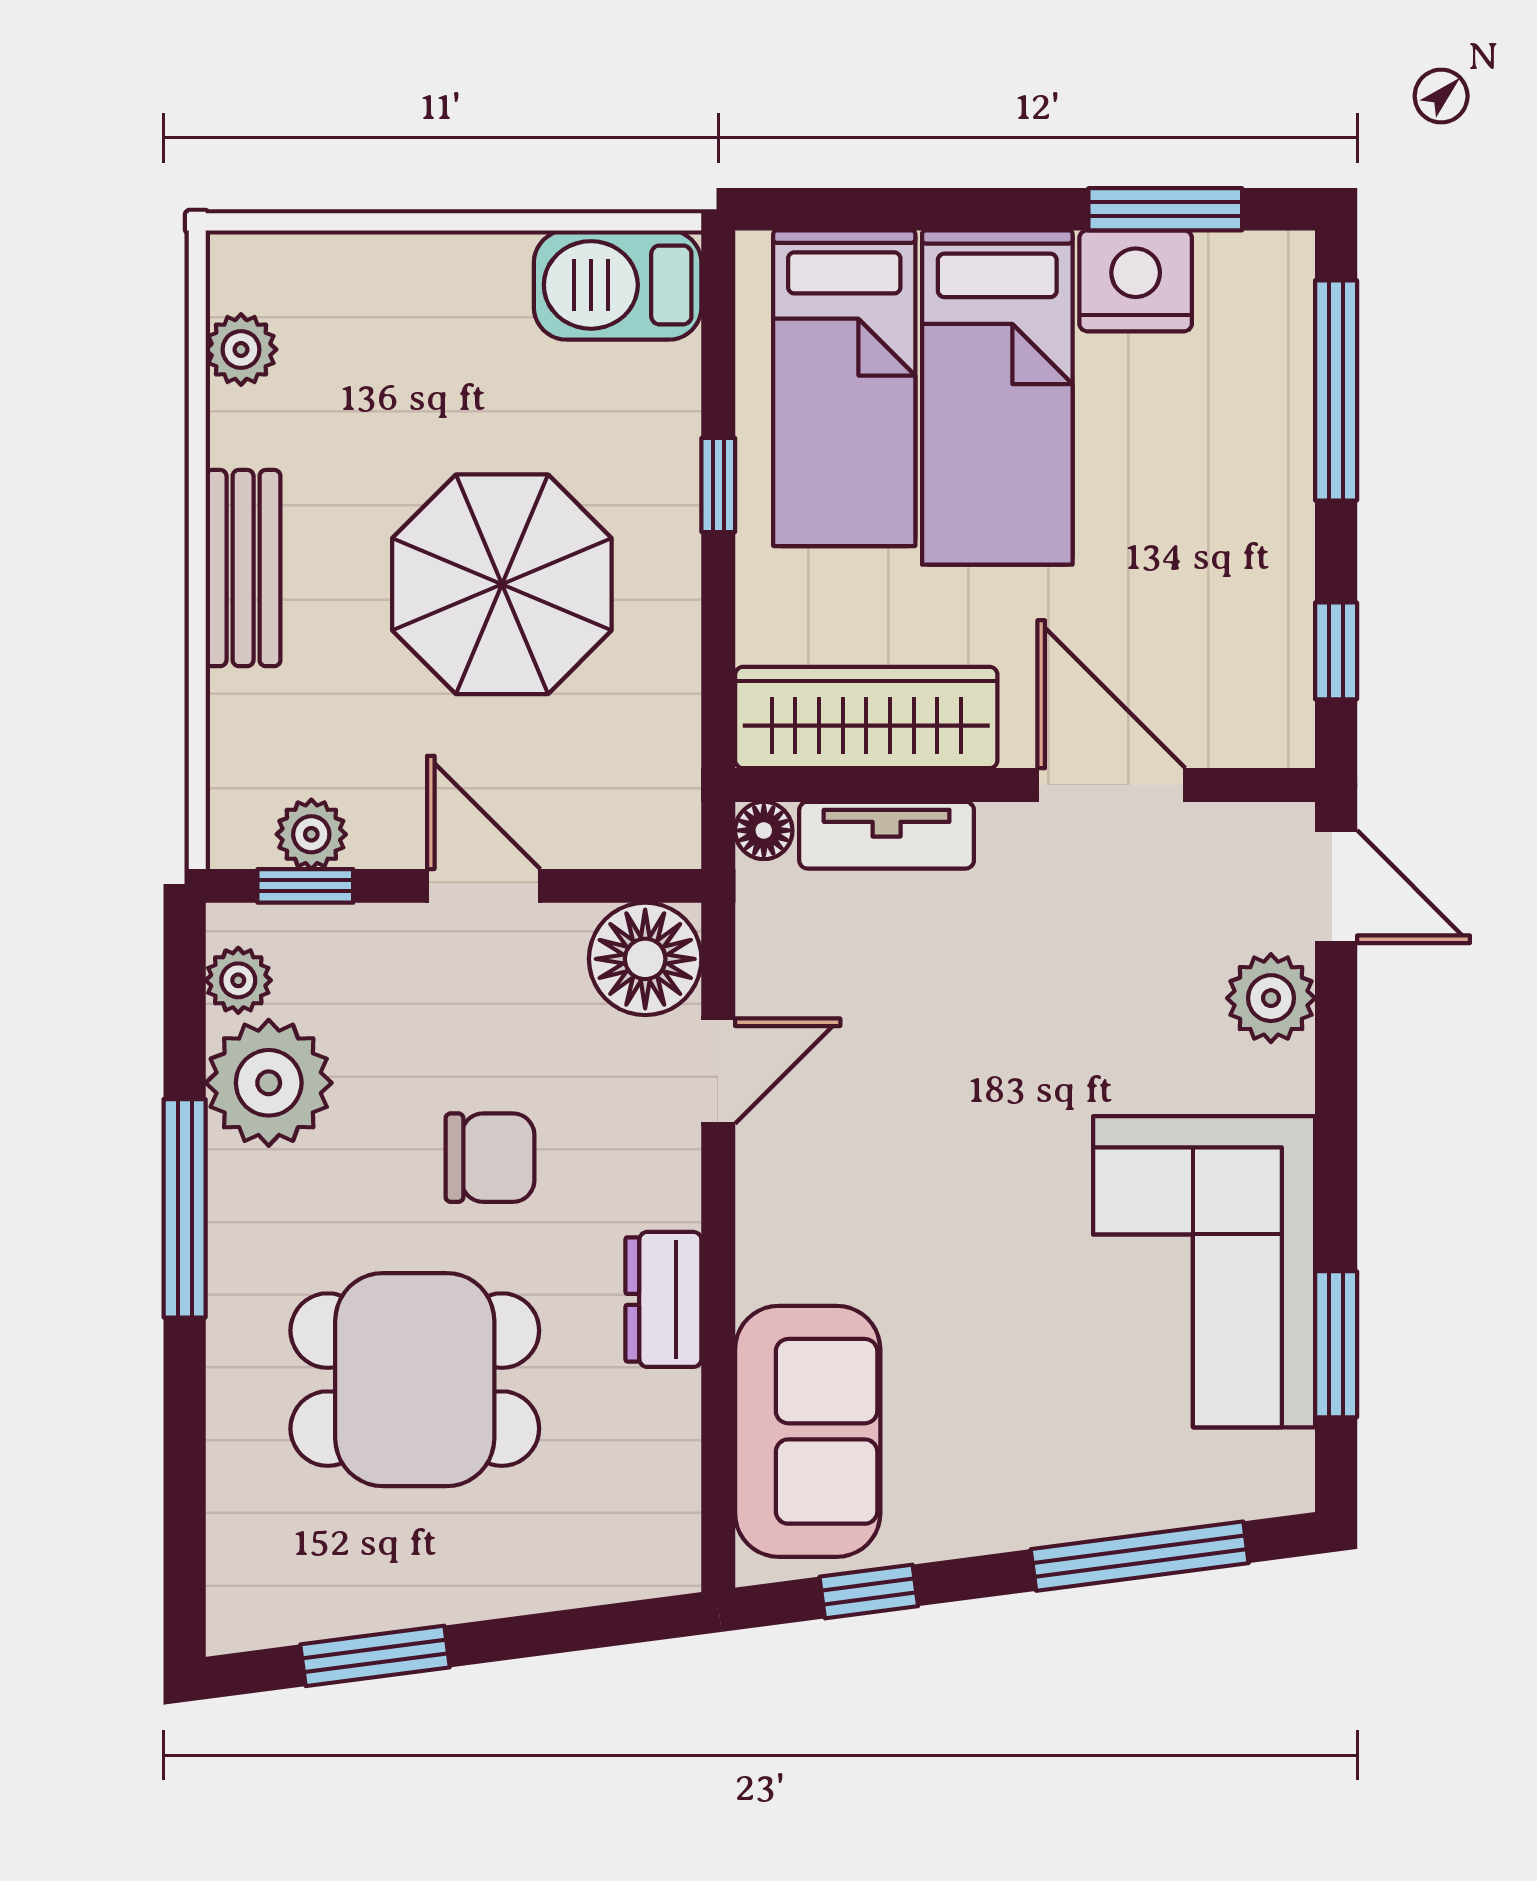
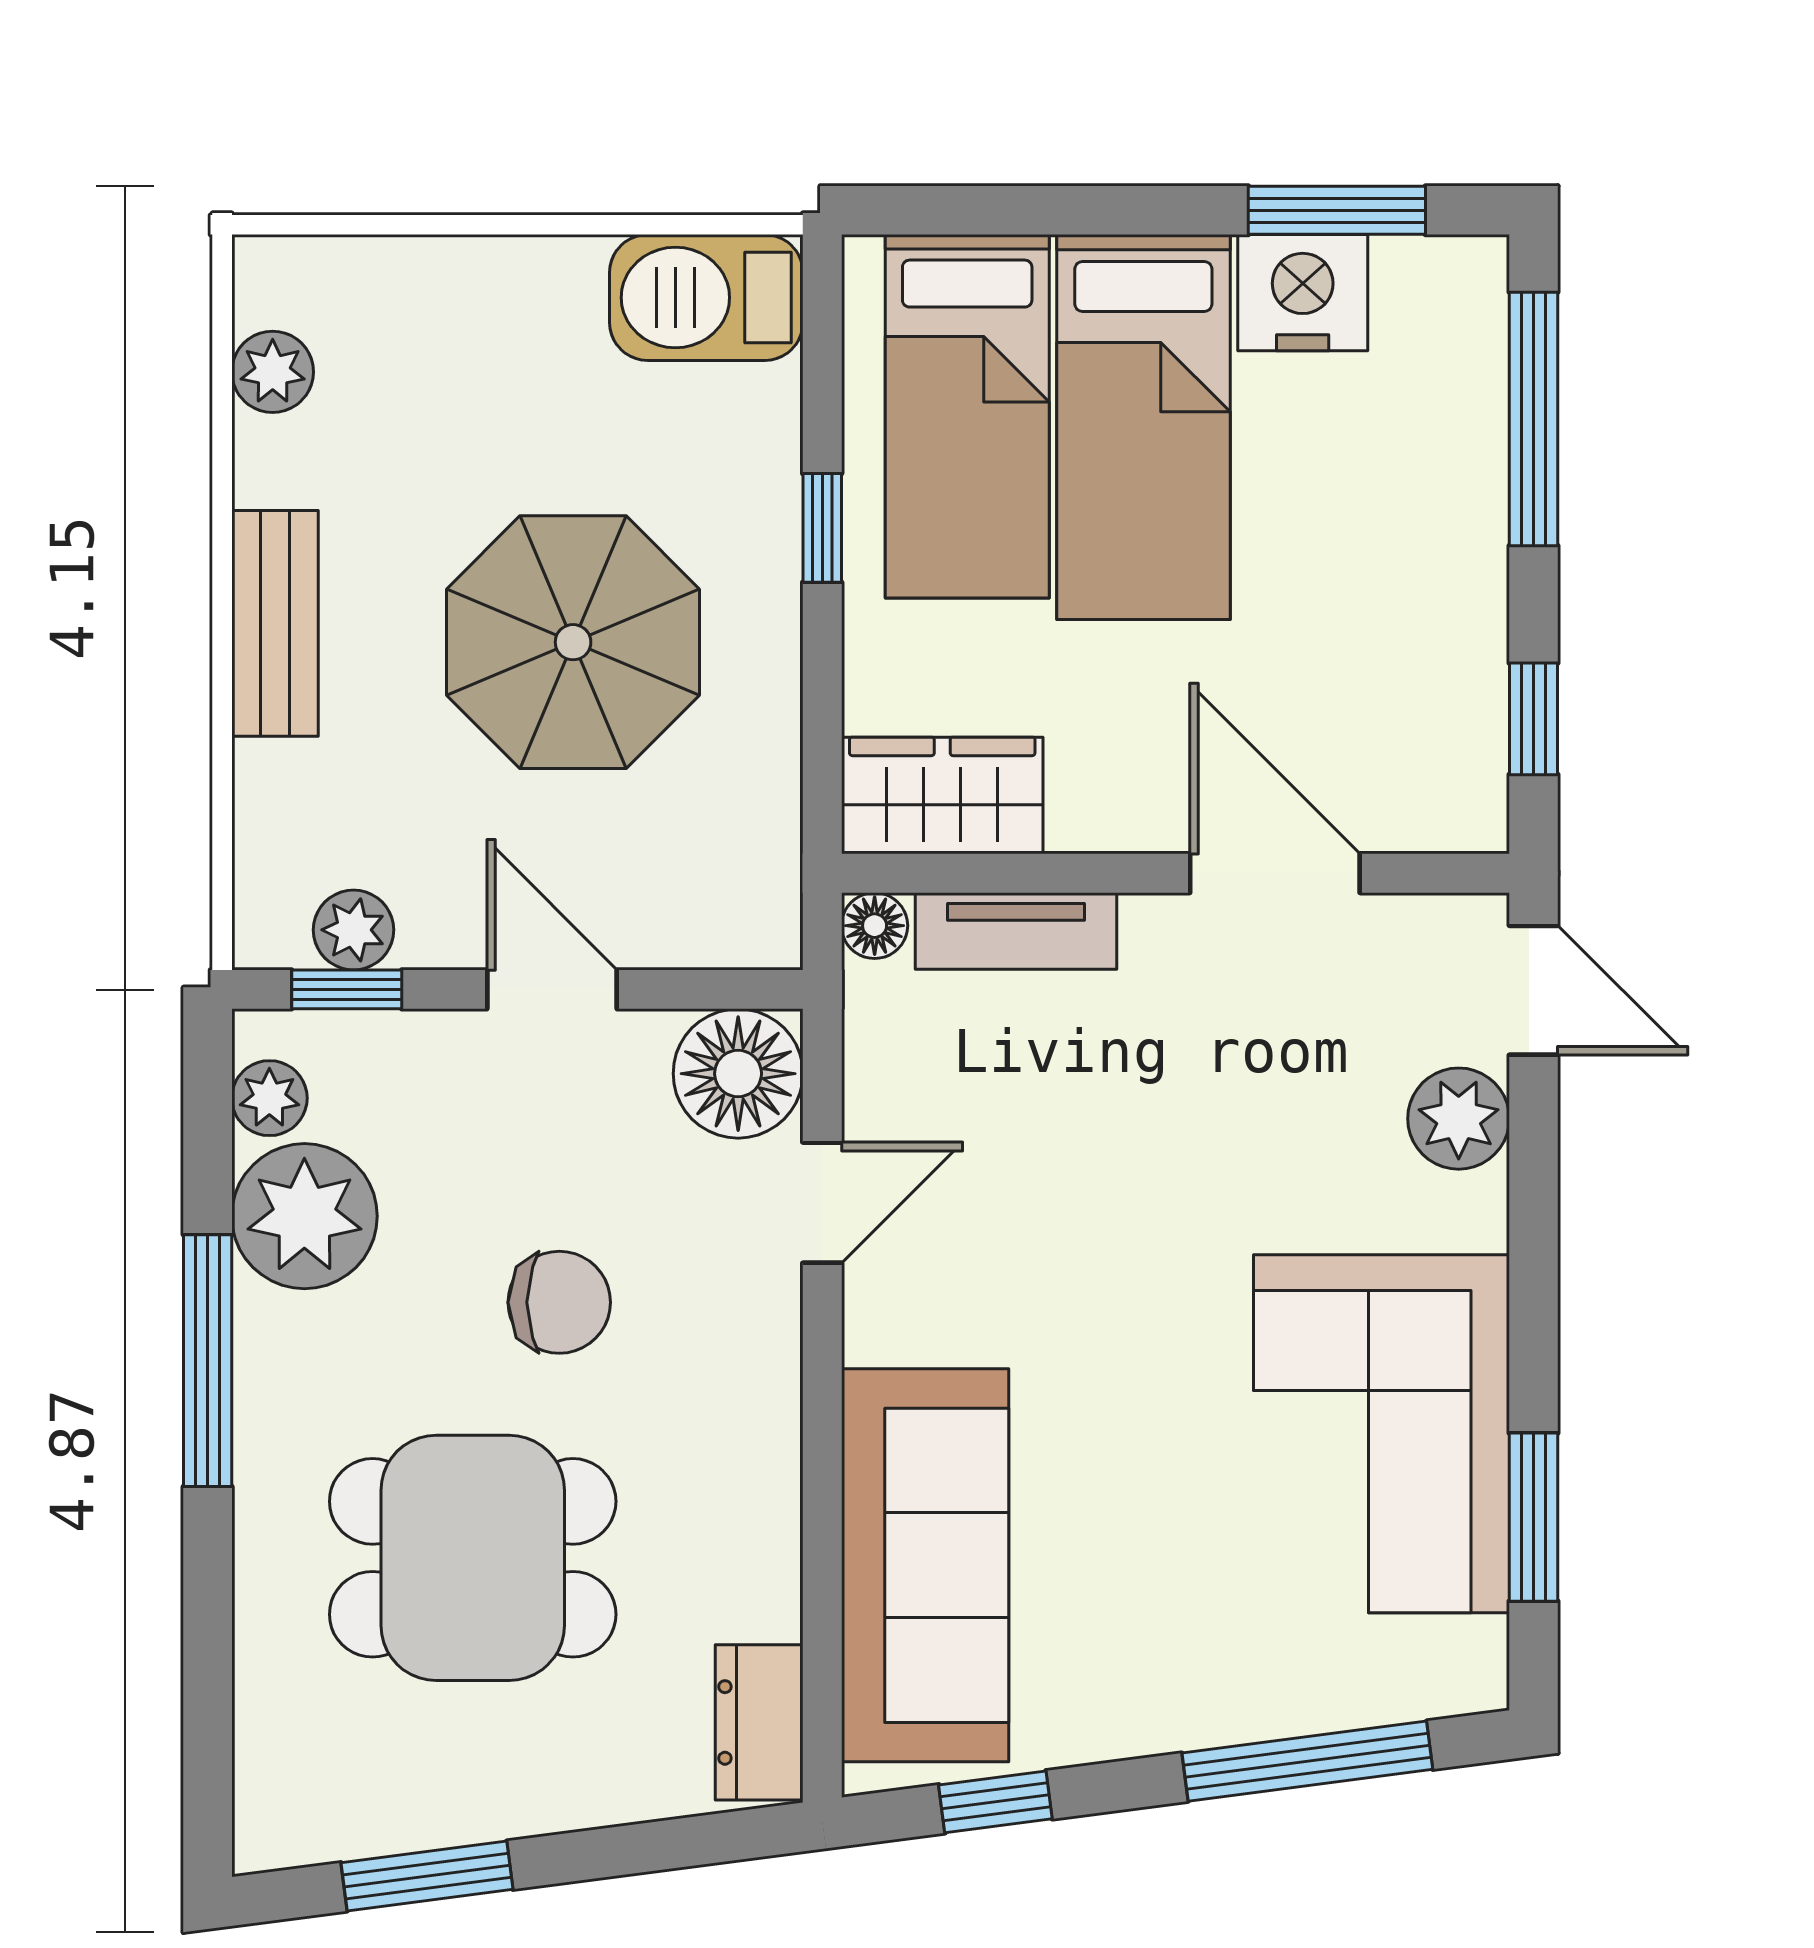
wardrobe: (866, 717) -> (942, 795), width x0.67
dresser: (663, 1299) -> (759, 1722), moved
sofa: (808, 1431) -> (925, 1565), width x1.36

